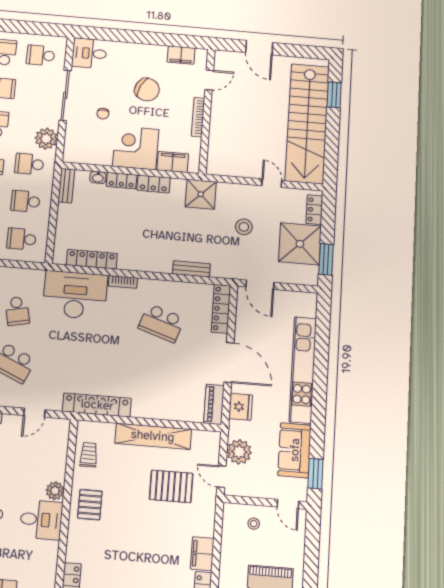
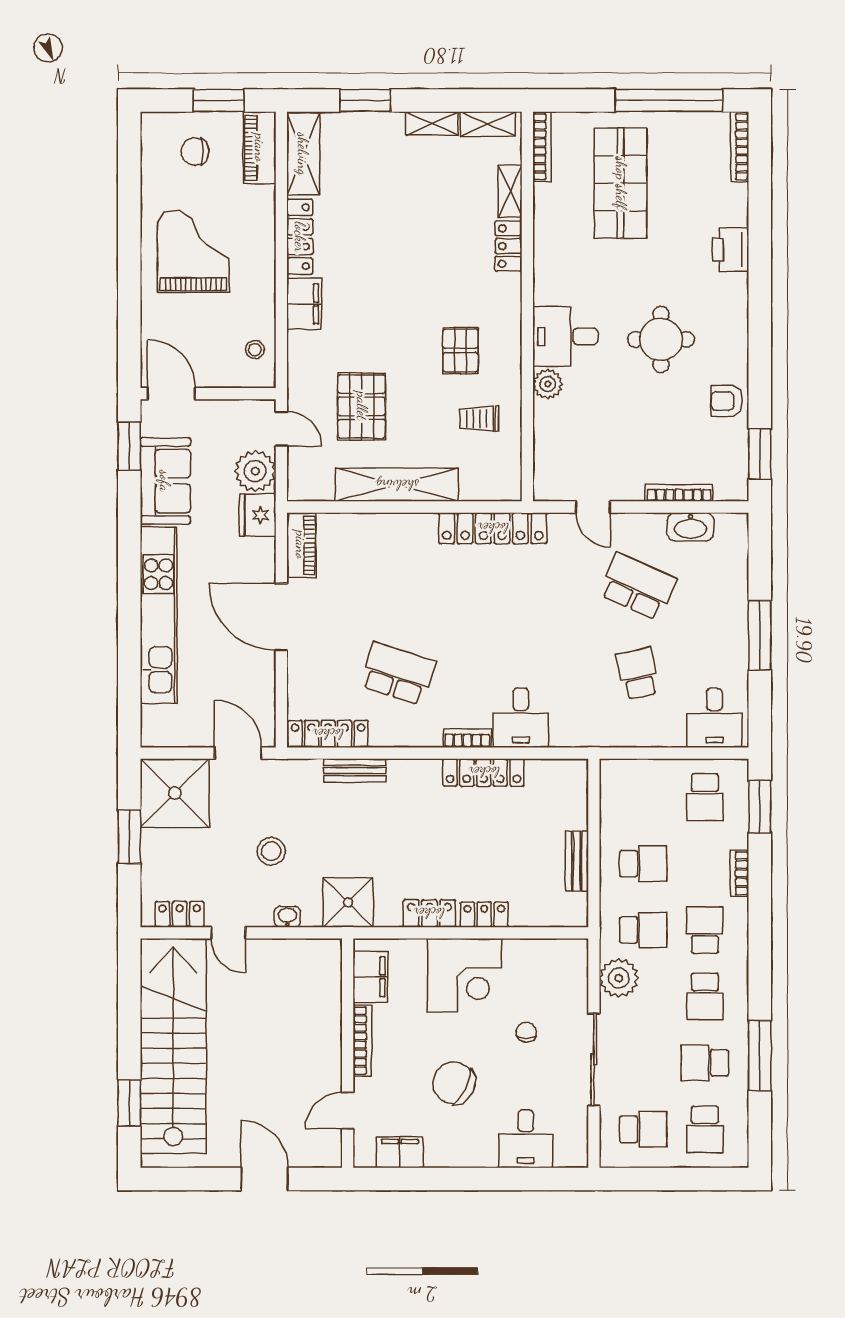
desk: (89, 53) -> (526, 1139), moved, turned 90
filing cabinet: (173, 162) -> (370, 977), moved, turned -90
washbasin: (98, 177) -> (287, 917), moved
bench: (66, 186) -> (577, 861), moved
locker: (314, 210) -> (180, 914), moved, turned -90
school desk: (22, 239) -> (643, 797), removed
shower: (300, 244) -> (175, 793), moved
locker: (92, 259) -> (484, 772), moved
window: (326, 259) -> (129, 837), moved
desk: (75, 295) -> (521, 718), width x0.53, depth x0.77
locker: (221, 309) -> (328, 734), moved, turned -90
fridge: (241, 407) -> (258, 515), moved
door: (34, 413) -> (593, 507), swing flipped
trolley: (89, 455) -> (479, 419), moved, turned 90
pallet: (171, 486) -> (362, 406), turned 90
door: (288, 504) -> (171, 394), width x1.37
pallet: (90, 505) -> (460, 350), moved
stool: (254, 524) -> (255, 350), moved

